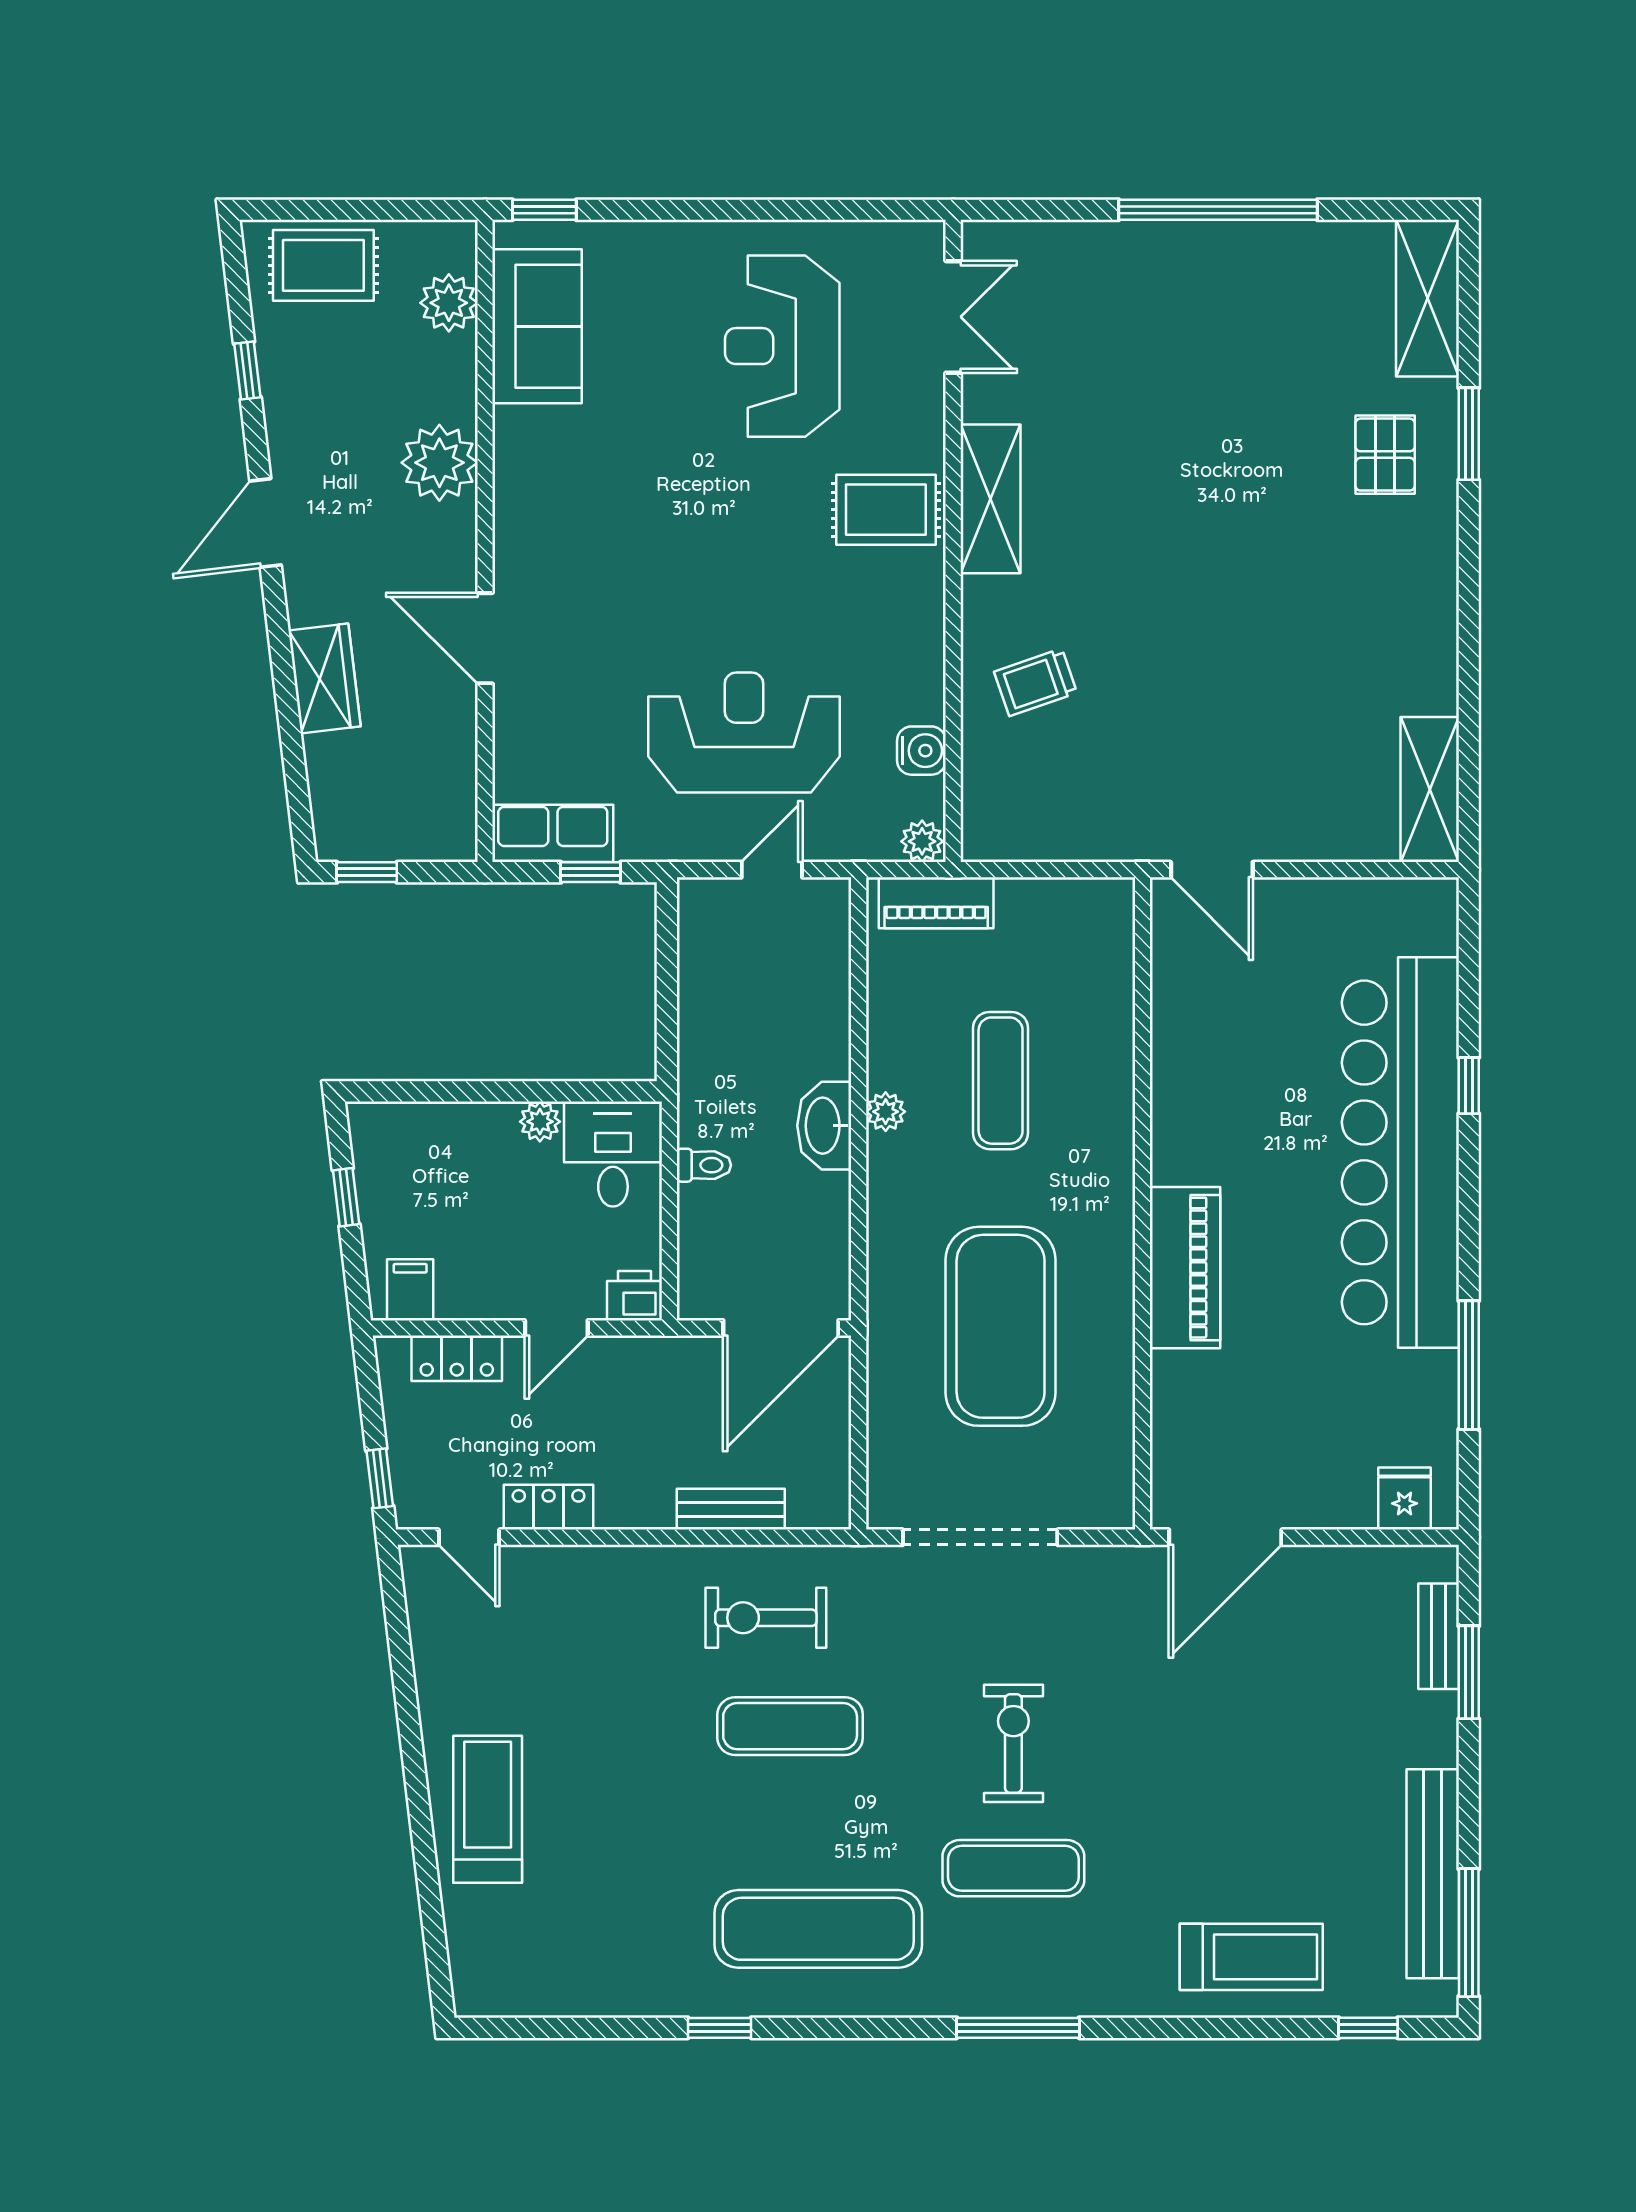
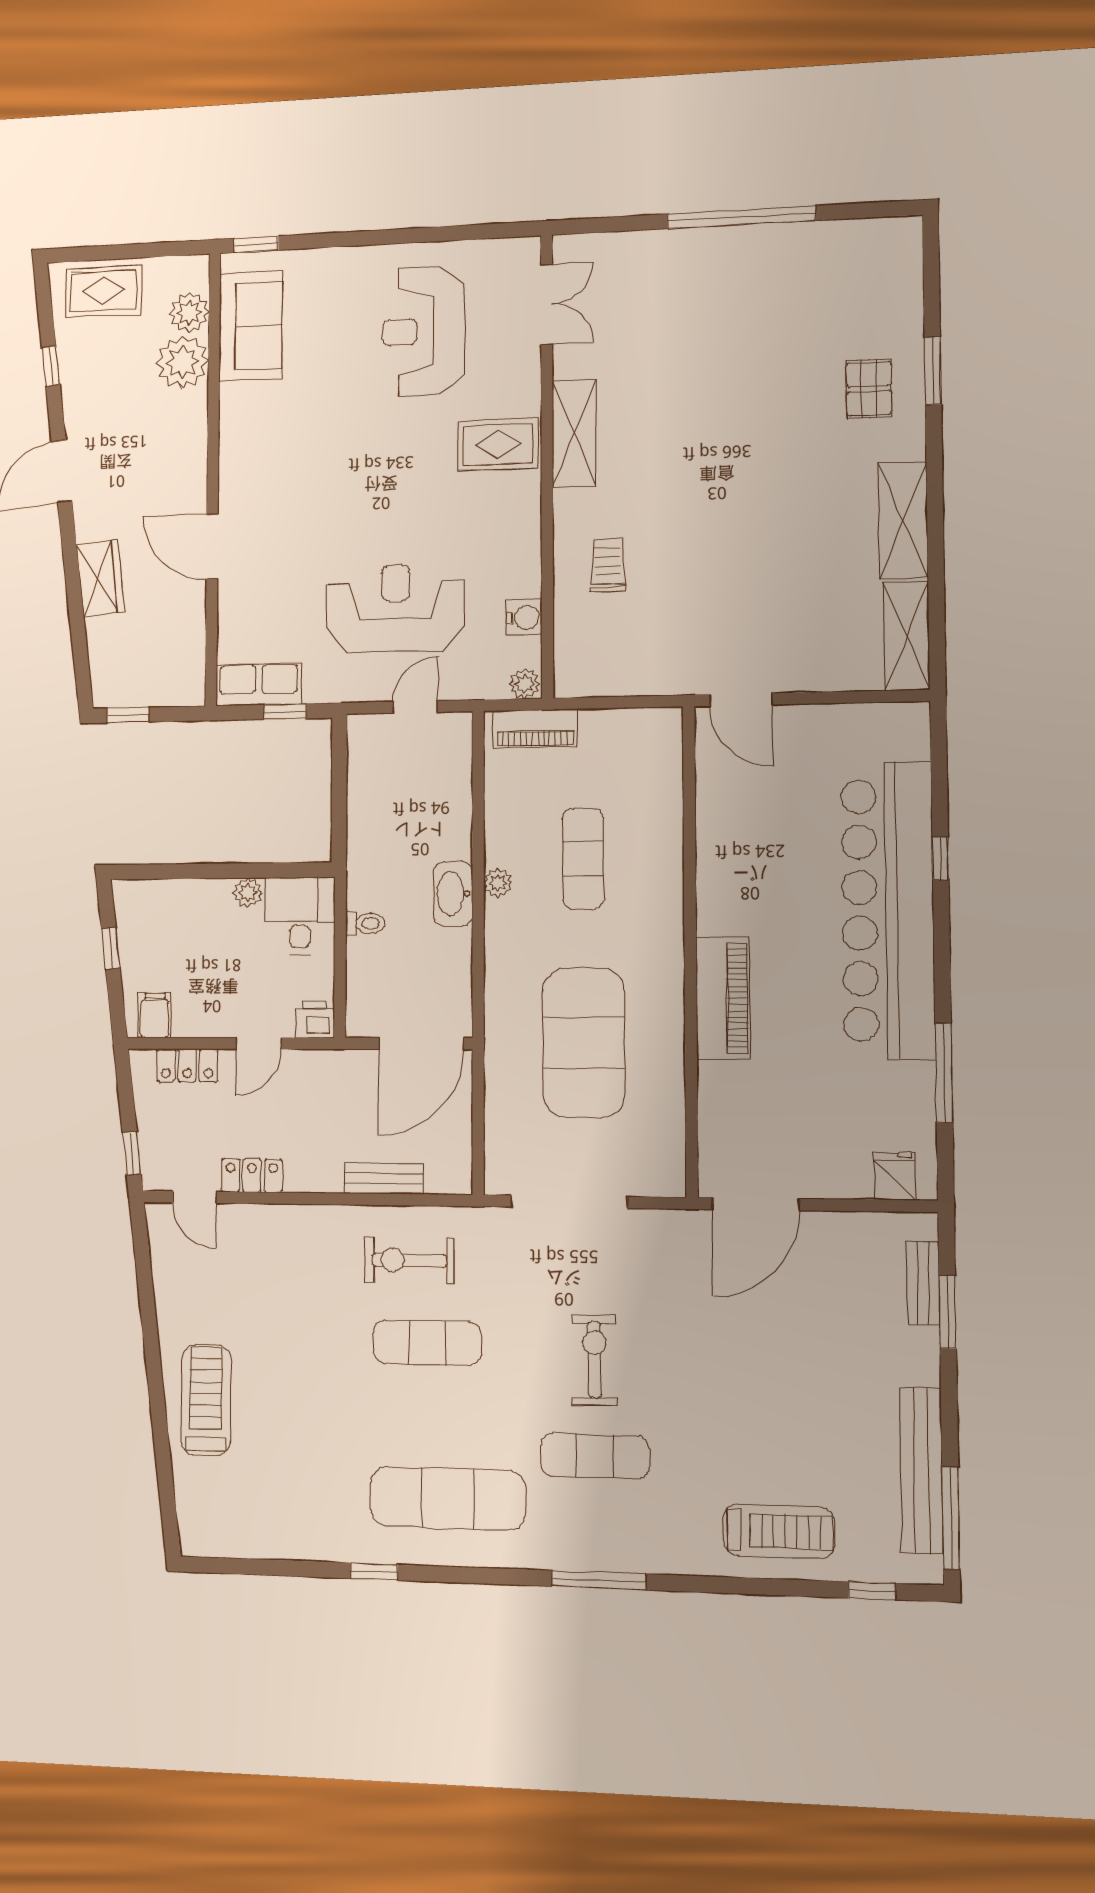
shelving: (1427, 298) -> (903, 520), moved
plant: (439, 463) -> (182, 362), moved
trolley: (1036, 682) -> (608, 565), turned 109

